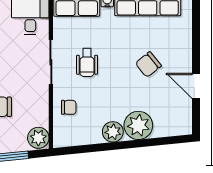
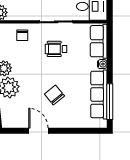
door: (196, 86) -> (38, 131), hinge flipped

